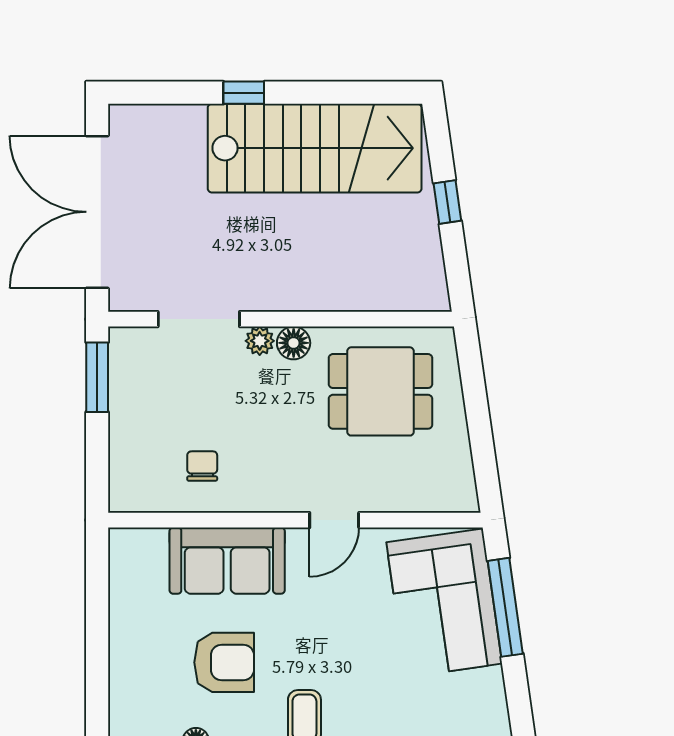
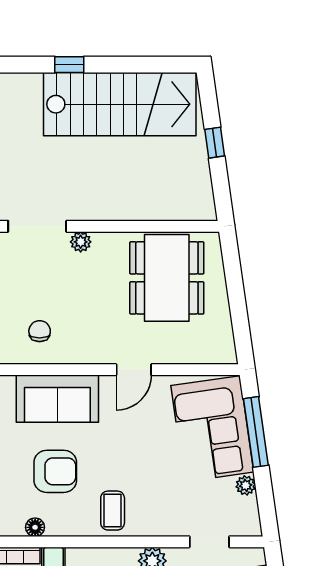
floor lamp: (294, 343) -> (105, 243), removed
dining table: (380, 391) -> (167, 278), width x1.38
plant: (491, 682) -> (246, 485), added

